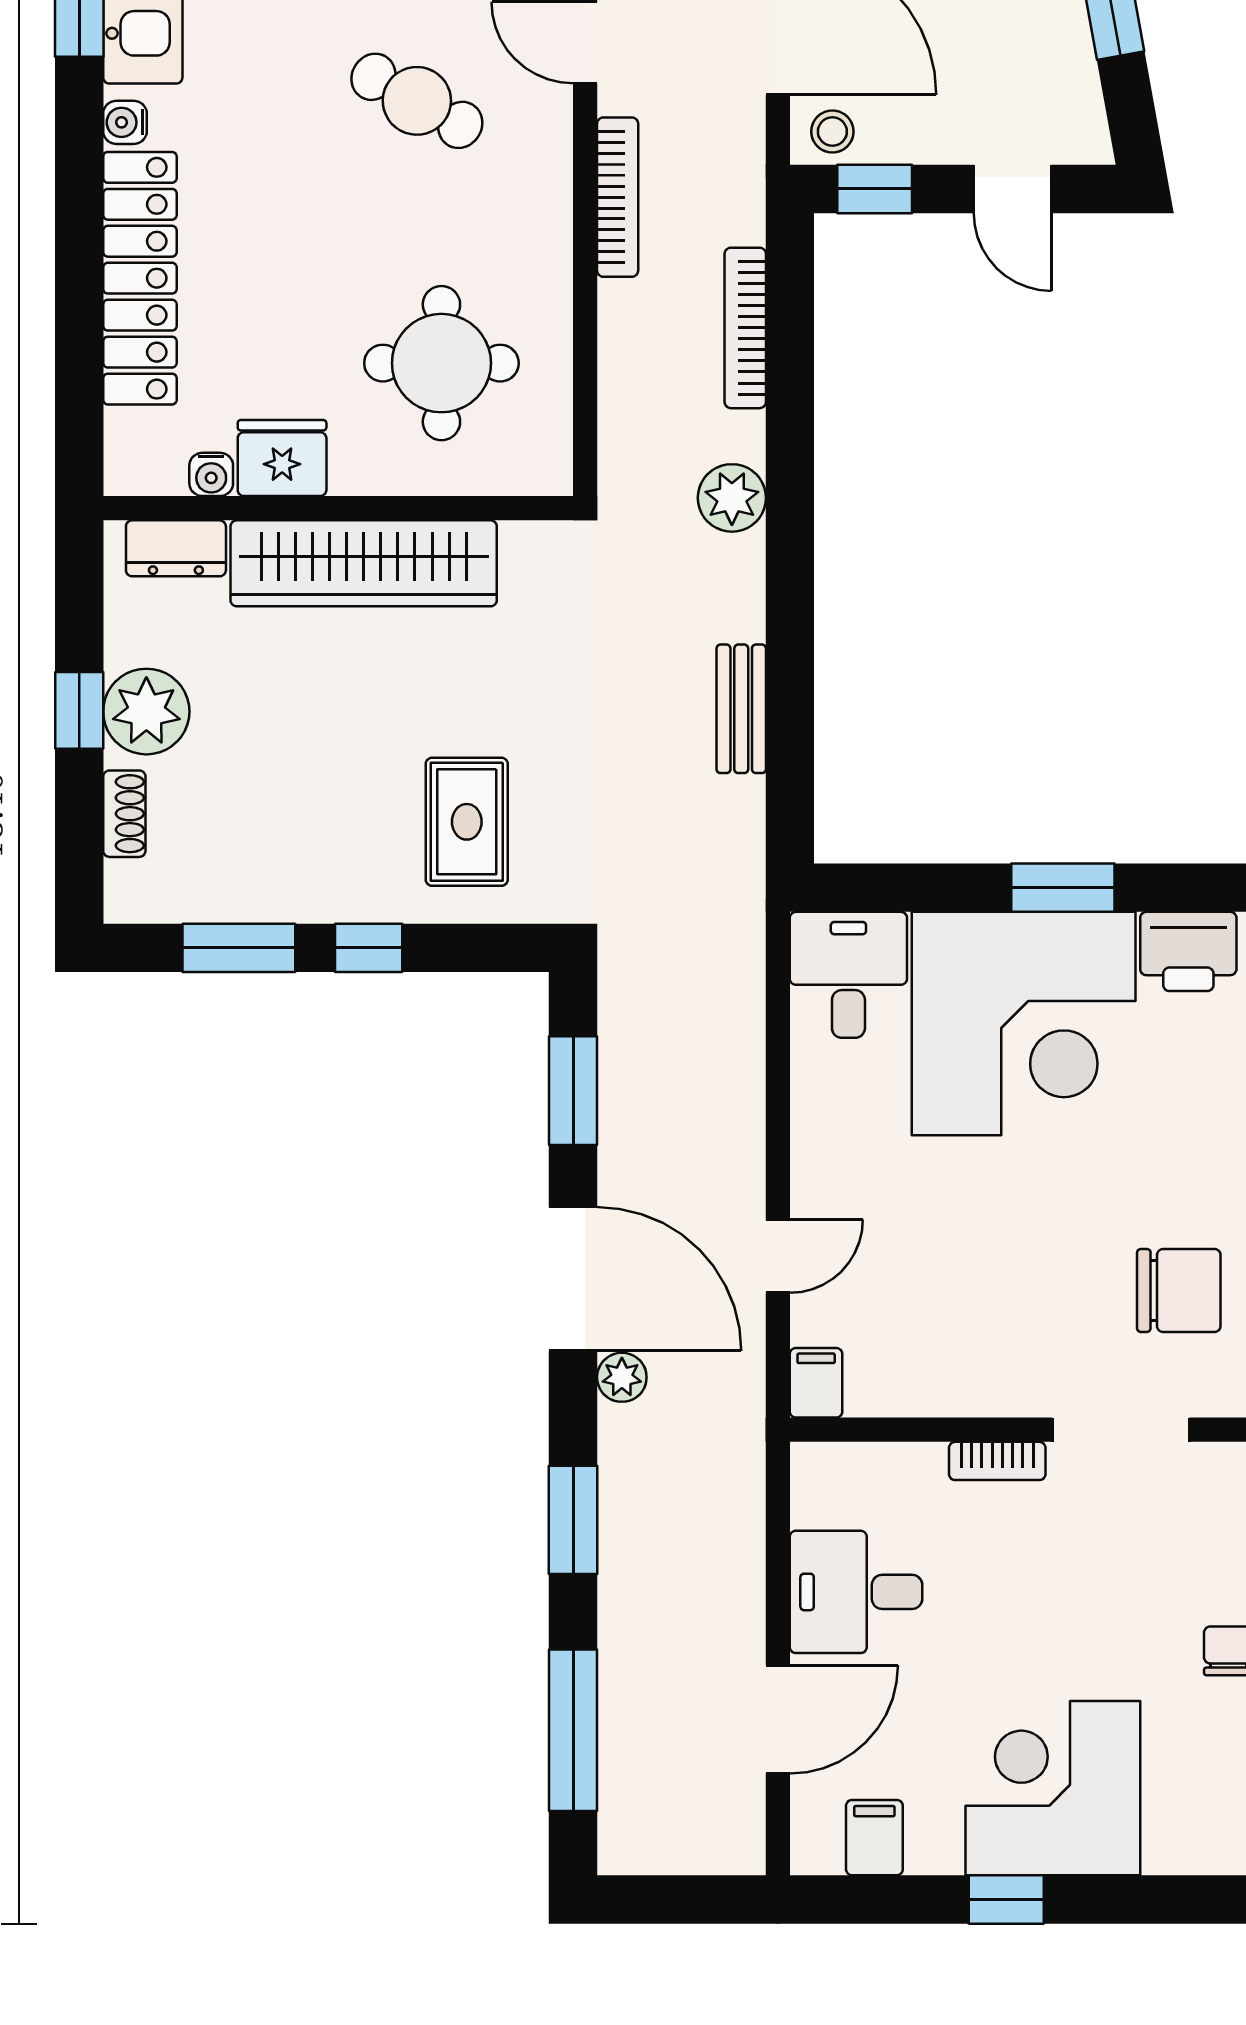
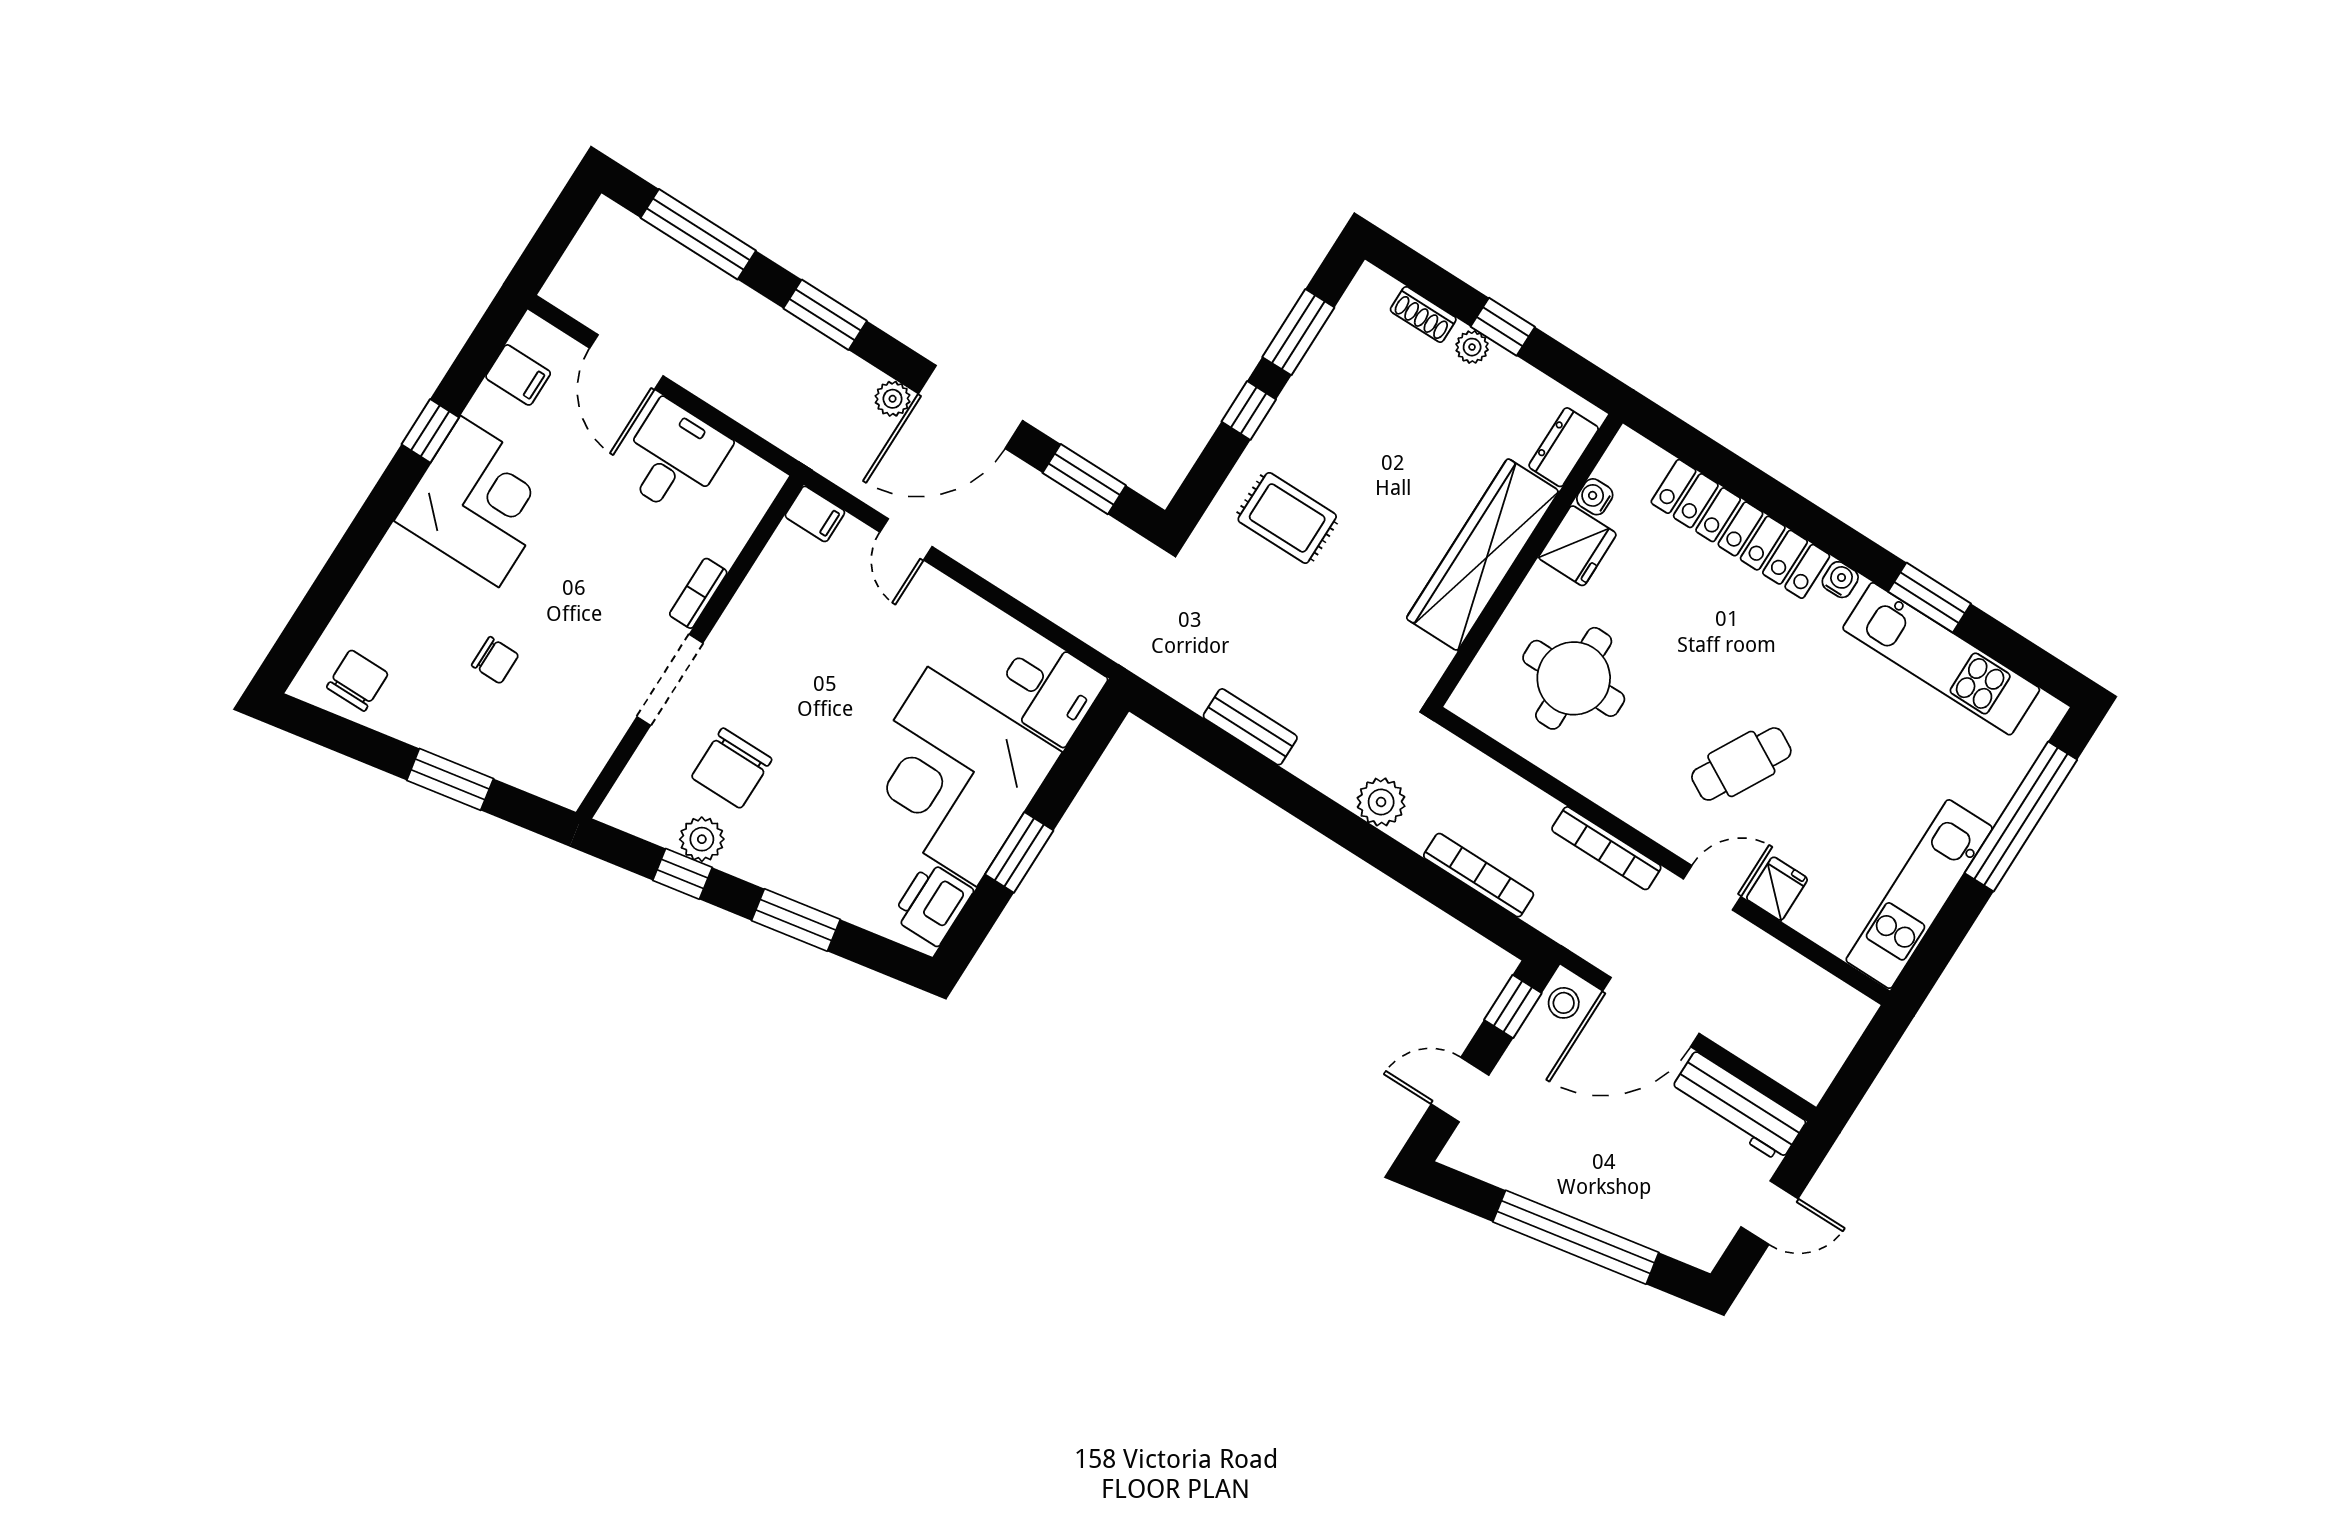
plant: (146, 712) -> (1472, 347), width x0.53, depth x0.53

